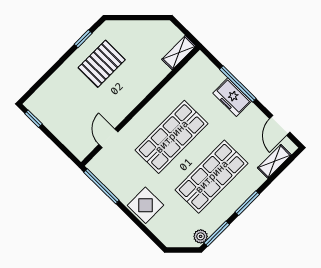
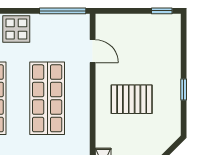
window: (83, 39) -> (184, 90), moved
pallet: (102, 64) -> (132, 99), moved, turned 90

